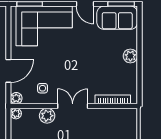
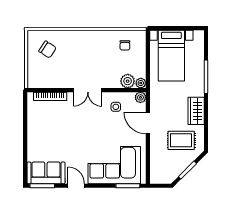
plant: (130, 56) -> (34, 137), removed
door: (8, 71) -> (148, 123), hinge flipped
plant: (47, 116) -> (128, 81), moved

